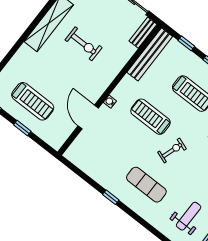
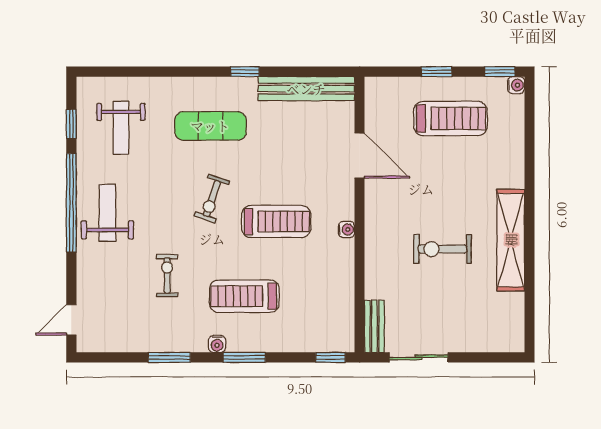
window: (186, 43) -> (331, 357), moved
bench: (150, 54) -> (306, 89), moved, turned 90
treadmill: (33, 101) -> (450, 118), turned 180
water cooler: (110, 102) -> (346, 229), moved

